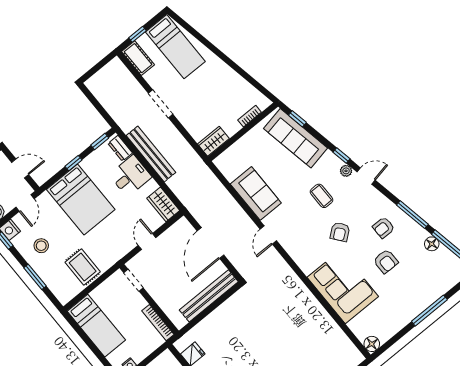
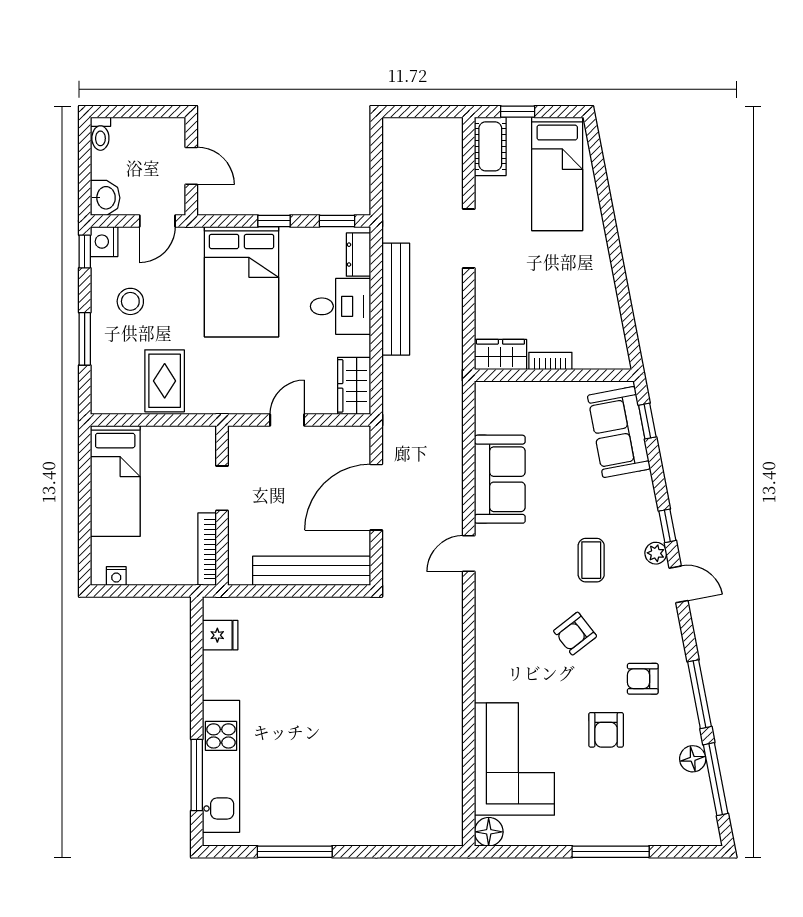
bookcase: (250, 116) -> (550, 361), moved
sofa: (296, 138) -> (619, 432), width x0.73
doorway: (133, 280) -> (222, 488), moved
corner sofa: (343, 287) -> (514, 759), moved

